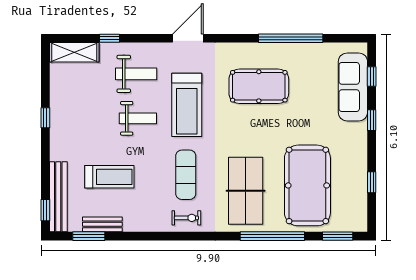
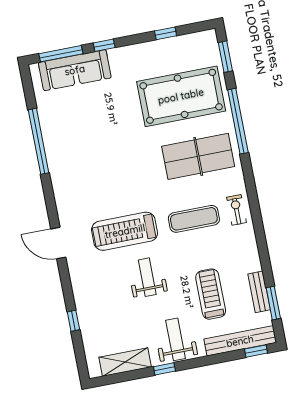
shelving: (74, 52) -> (125, 362), moved, turned 90
weight bench: (136, 74) -> (176, 339), moved
window: (372, 77) -> (61, 54), width x2.17
pool table: (259, 86) -> (92, 164), removed
treadmill: (187, 105) -> (125, 231), turned 180

